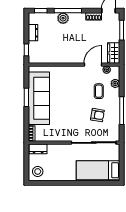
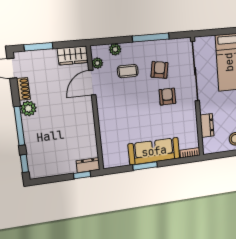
plant: (63, 18) -> (28, 108), moved
dresser: (33, 33) -> (88, 165), moved
door: (93, 65) -> (92, 83), hinge flipped
sofa: (39, 98) -> (154, 151), width x0.74, depth x0.79
armchair: (77, 119) -> (167, 97), added
dresser: (38, 149) -> (207, 126), moved

